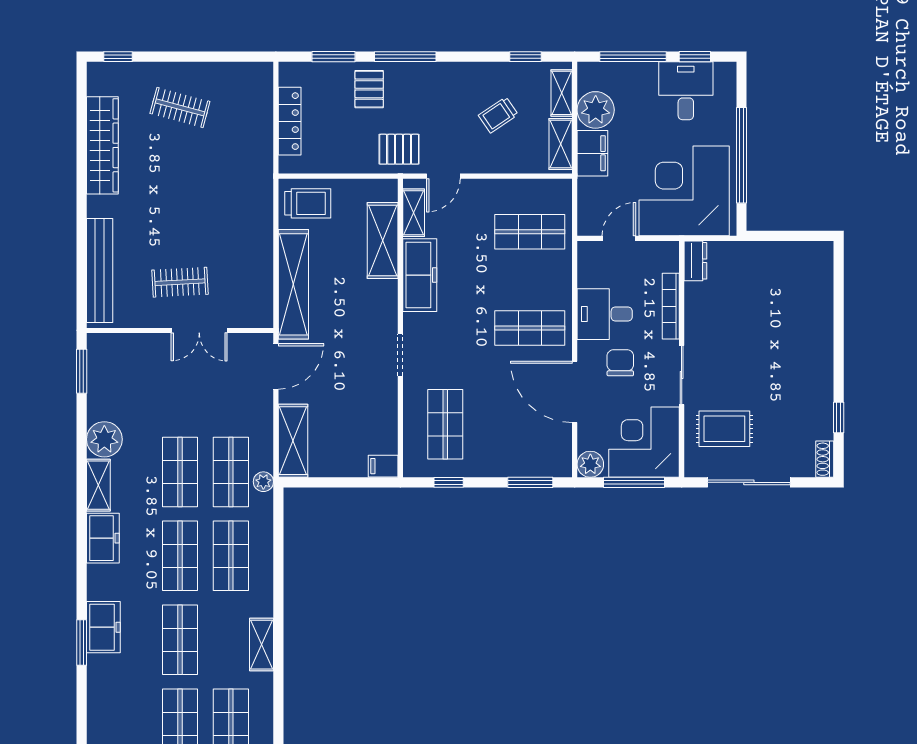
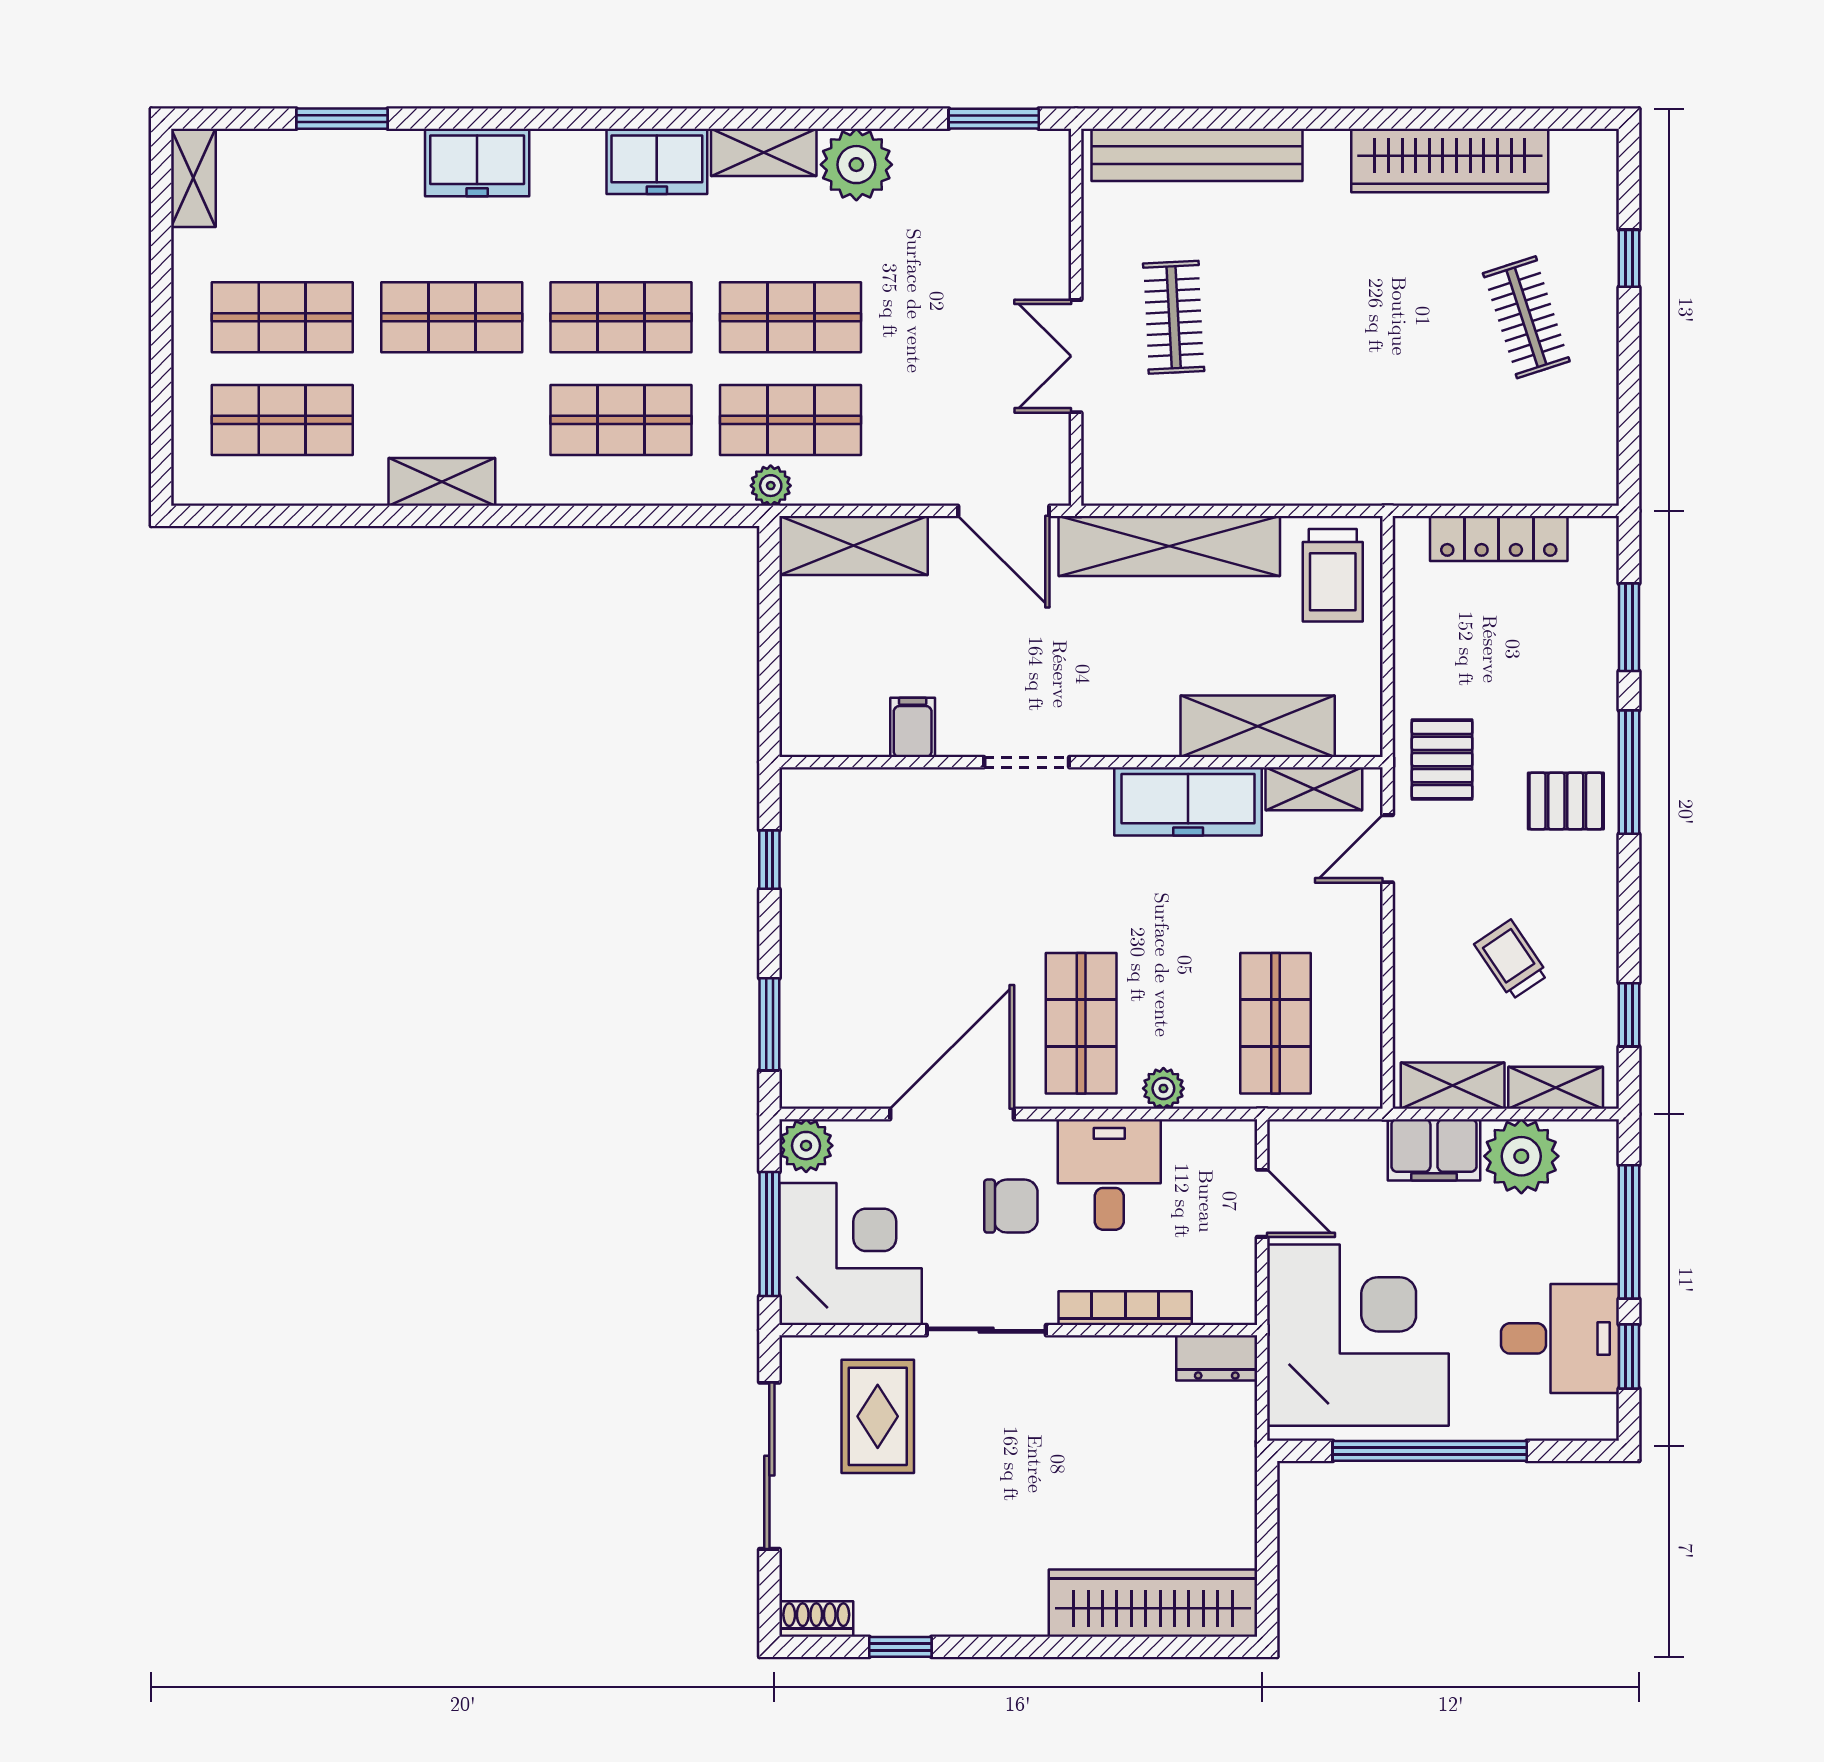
window: (118, 57) -> (1629, 258), moved
pallet: (369, 89) -> (1566, 801), moved
clothes rail: (180, 107) -> (1526, 317), turned -33
door: (443, 176) -> (1388, 849), hinge flipped
plant: (562, 287) -> (1163, 1088), added
wardrobe: (817, 292) -> (1153, 1603), added
shop shelf: (445, 424) -> (887, 853), removed
filing cabinet: (383, 466) -> (913, 727), moved
window: (82, 643) -> (342, 119), moved

